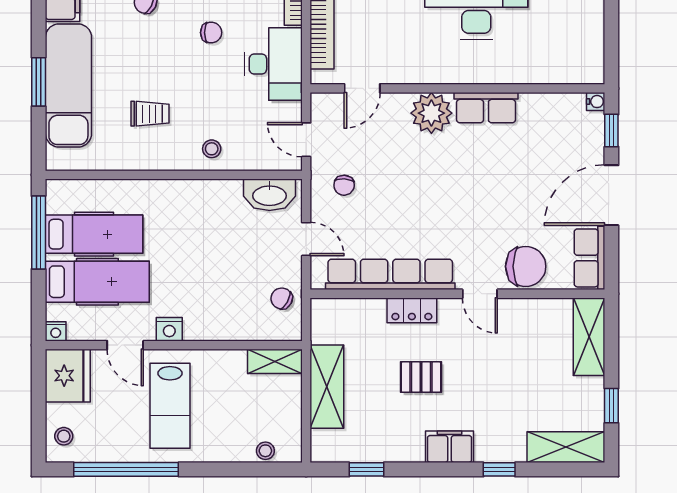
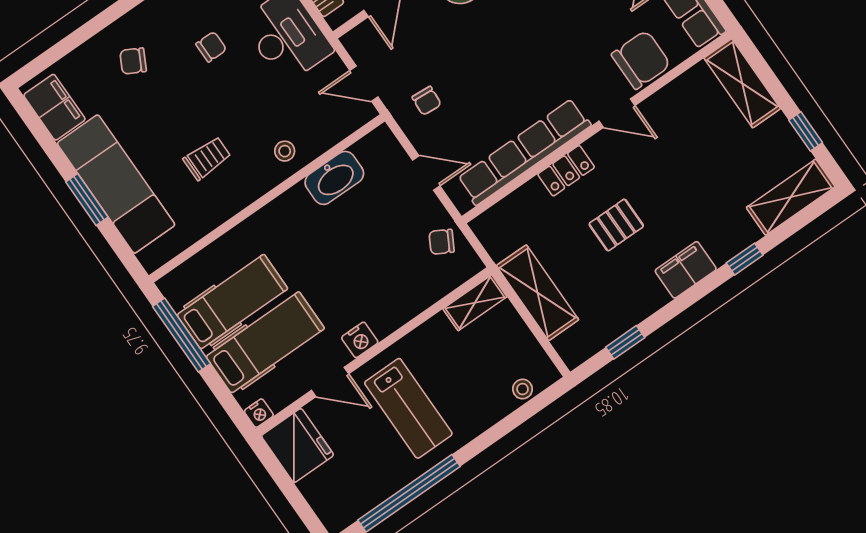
washbasin: (270, 195) -> (334, 178), moved
stool: (64, 436) -> (332, 502), removed

